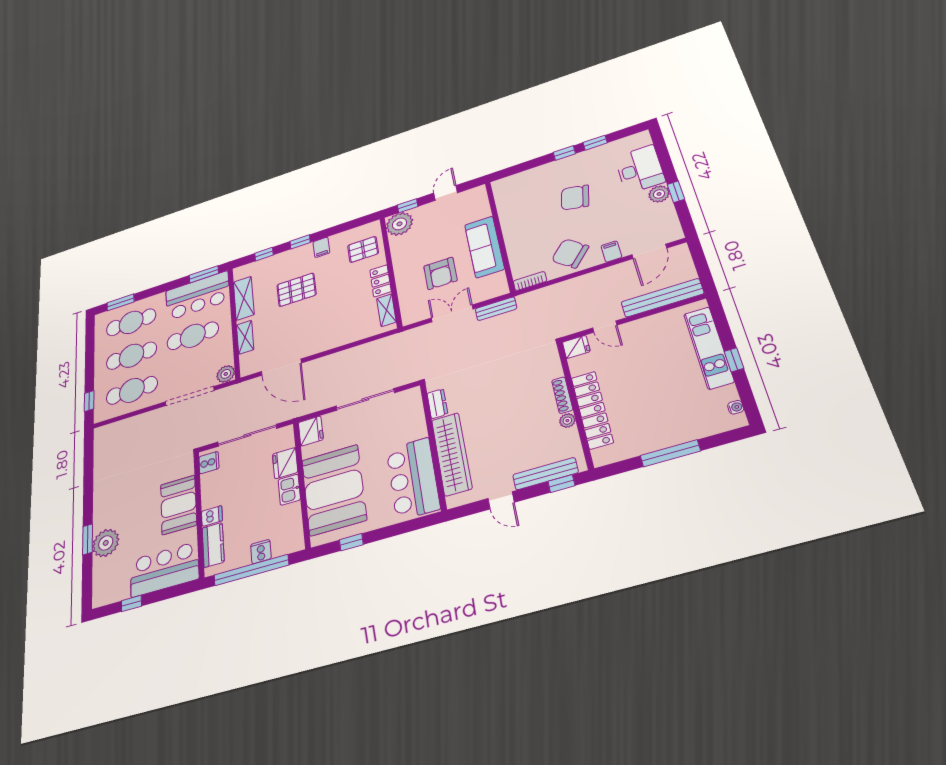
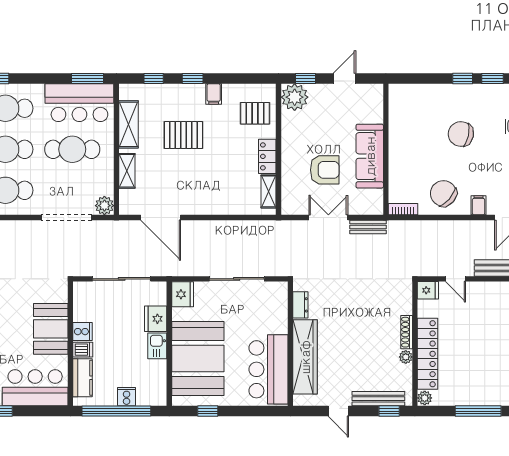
armchair: (440, 273) -> (325, 170), turned -90
plant: (601, 457) -> (425, 398), added
cooker: (209, 463) -> (83, 332), moved

